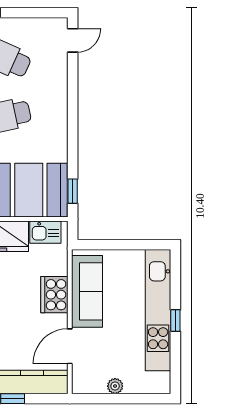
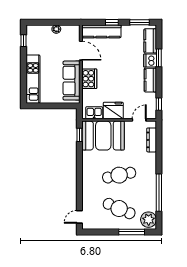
kitchen unit: (158, 310) -> (33, 79), width x0.73
window: (175, 320) -> (24, 41), moved
door: (70, 346) -> (81, 51), hinge flipped

